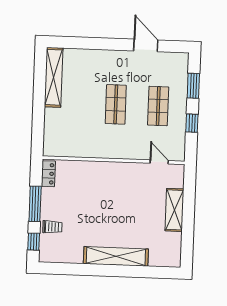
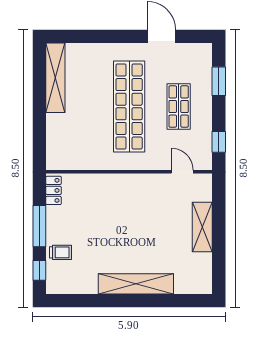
shop shelf: (116, 104) -> (129, 106), width x2.00, depth x1.36
window: (192, 123) -> (219, 142), moved

